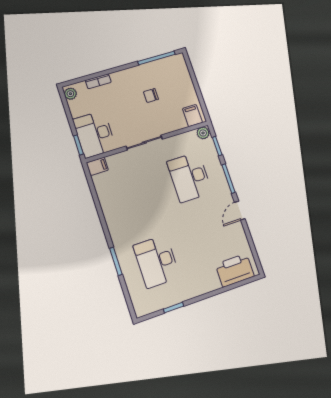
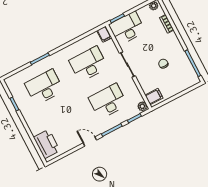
desk: (135, 195) -> (88, 64), added

